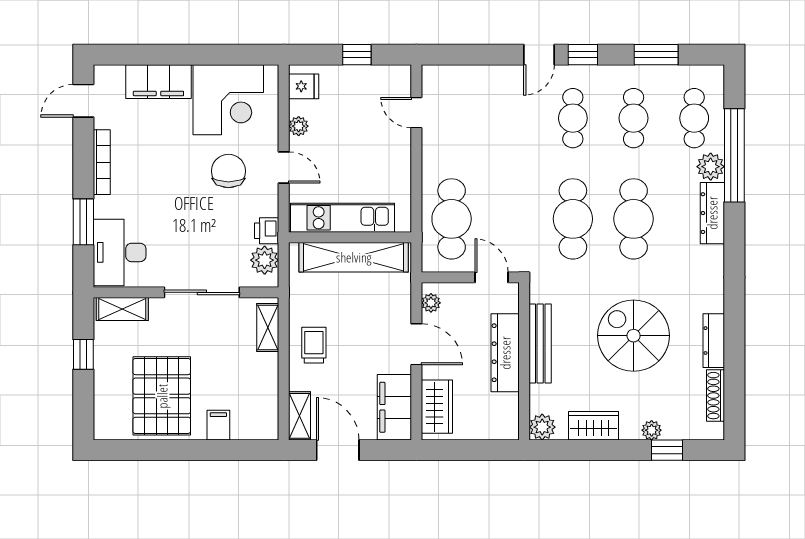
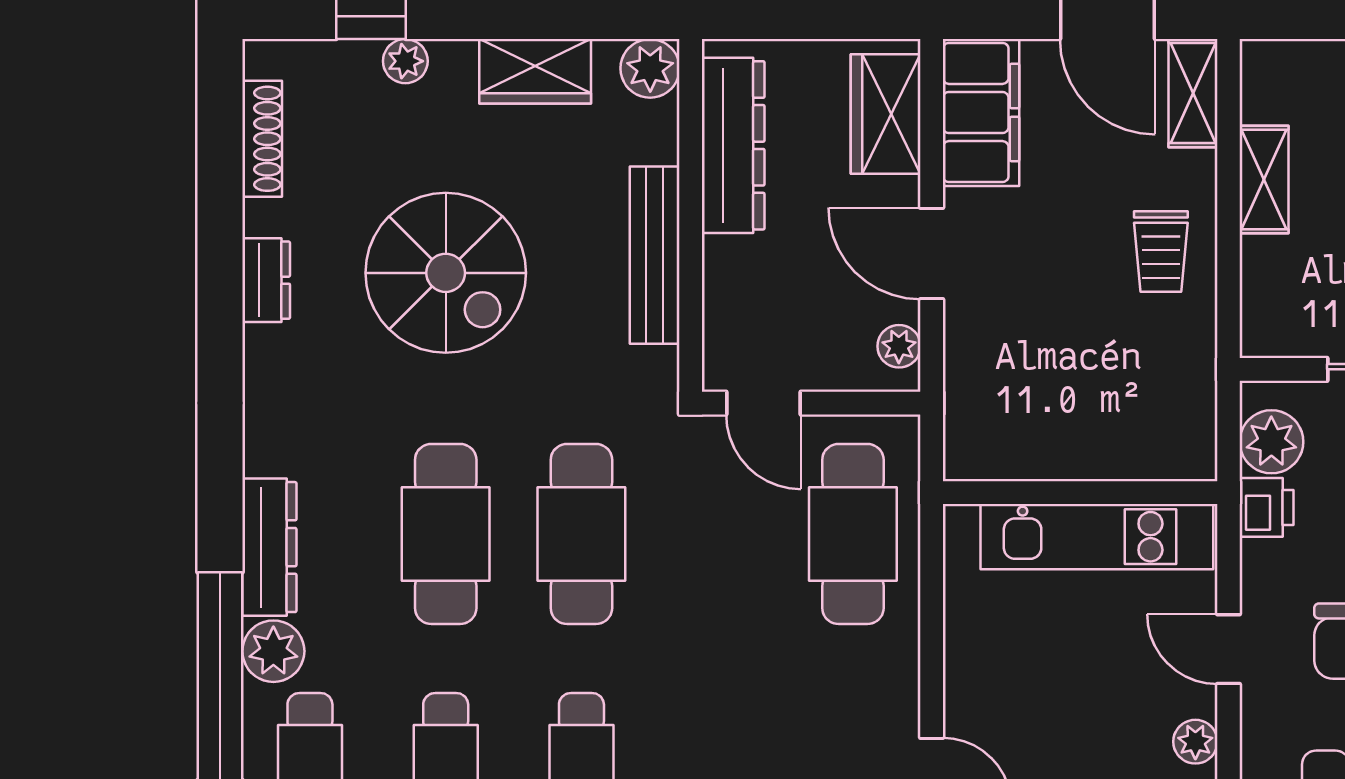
shelving: (354, 257) -> (1072, 448), removed
shelving: (268, 328) -> (1264, 179), moved
dresser: (714, 341) -> (266, 280), width x0.70
dresser: (505, 353) -> (733, 145), moved

